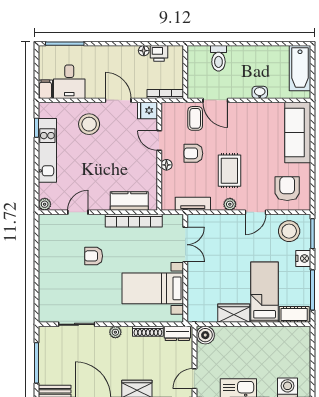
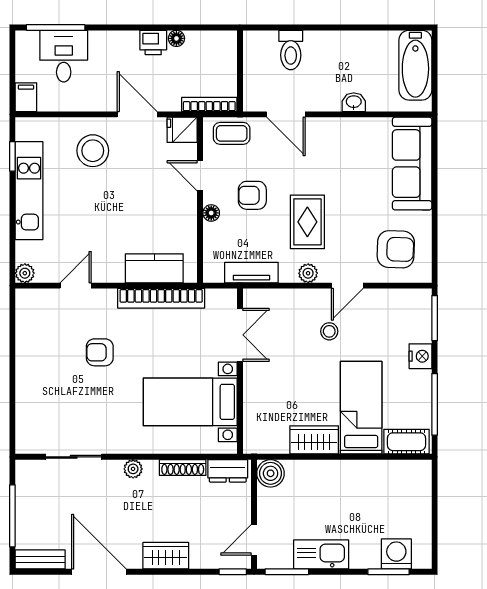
printer: (159, 53) -> (153, 42), moved
desk: (69, 82) -> (64, 56), moved, turned 180
coffee table: (195, 118) -> (232, 133), moved, turned 90
armchair: (287, 189) -> (396, 249), turned 92
stool: (289, 231) -> (329, 331), moved, width x0.53, depth x0.53

